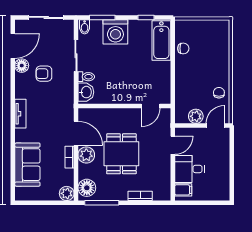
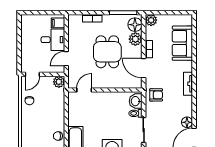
armchair: (44, 74) -> (156, 95), moved
plant: (196, 116) -> (59, 82), moved
plant: (86, 155) -> (135, 39), moved

